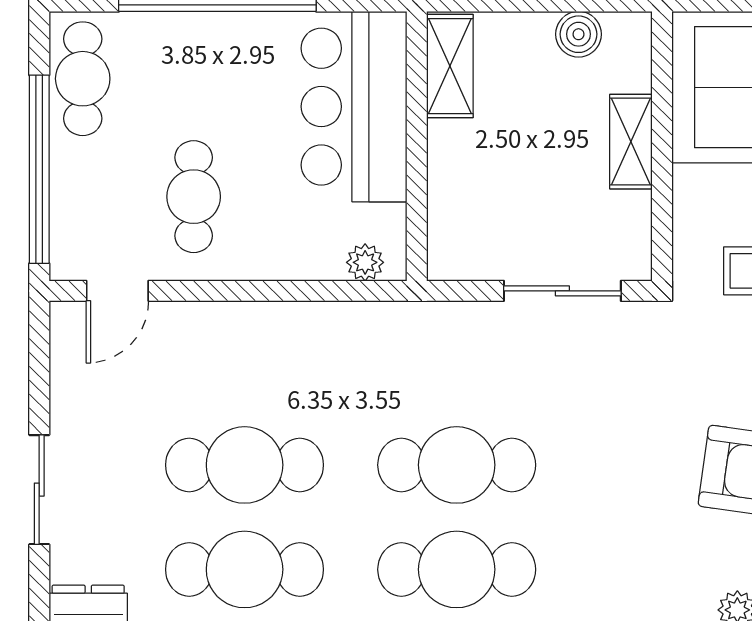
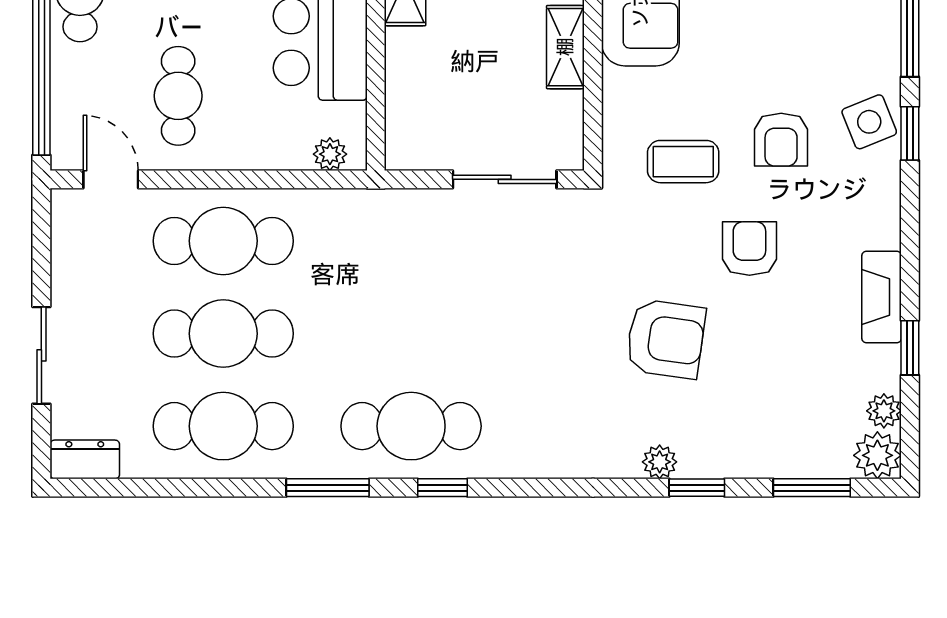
door: (117, 291) -> (111, 179), swing flipped
cafe table: (457, 465) -> (223, 241), moved

